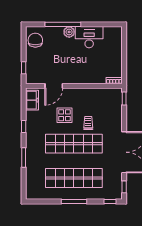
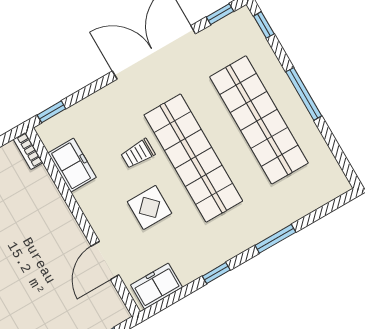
door: (54, 86) -> (105, 260), swing flipped
freezer: (99, 95) -> (72, 165), added

